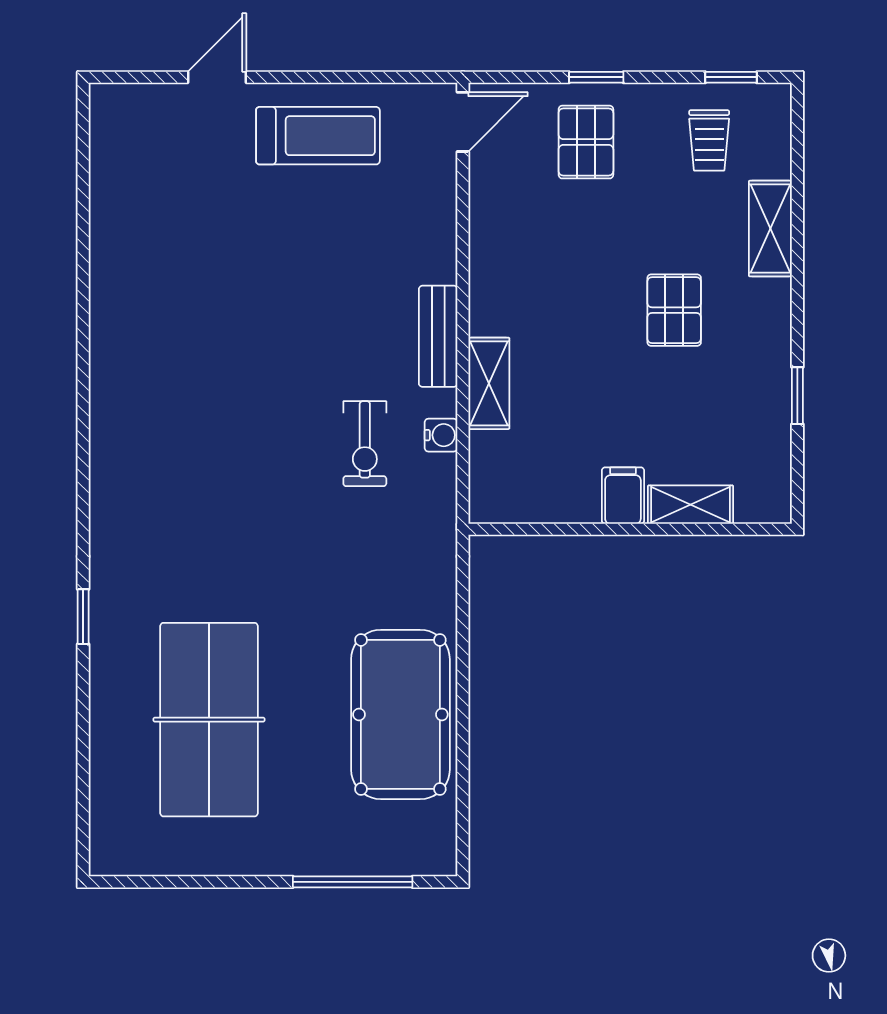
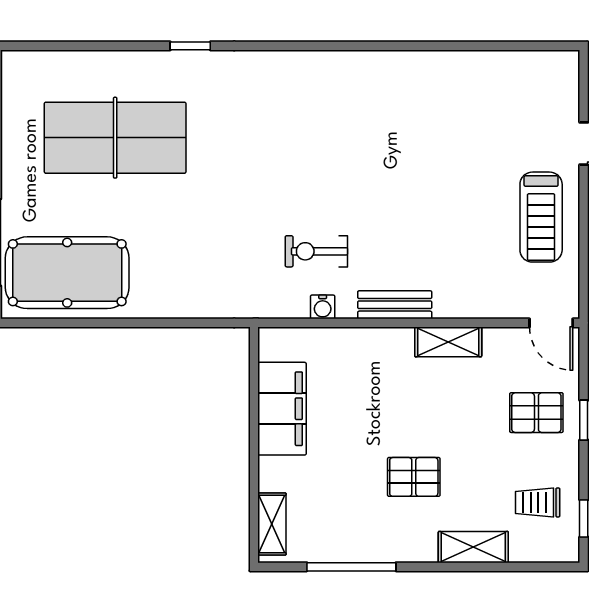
shelving: (489, 383) -> (448, 342), moved
window: (797, 396) -> (351, 567), width x2.17
filing cabinet: (623, 496) -> (282, 409), width x3.00, depth x1.17
shelving: (691, 505) -> (272, 524), moved
pool table: (400, 714) -> (67, 273), moved

